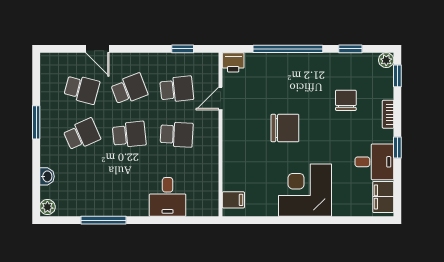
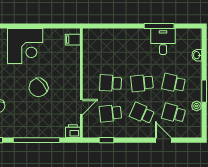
school desk: (129, 89) -> (142, 113), turned 45
chair: (285, 128) -> (38, 87), turned -39
school desk: (82, 135) -> (174, 83), turned 36
desk: (168, 197) -> (163, 42), moved
plant: (47, 207) -> (197, 106), moved

